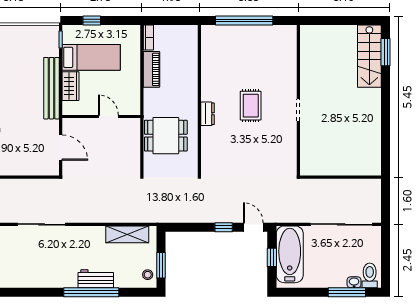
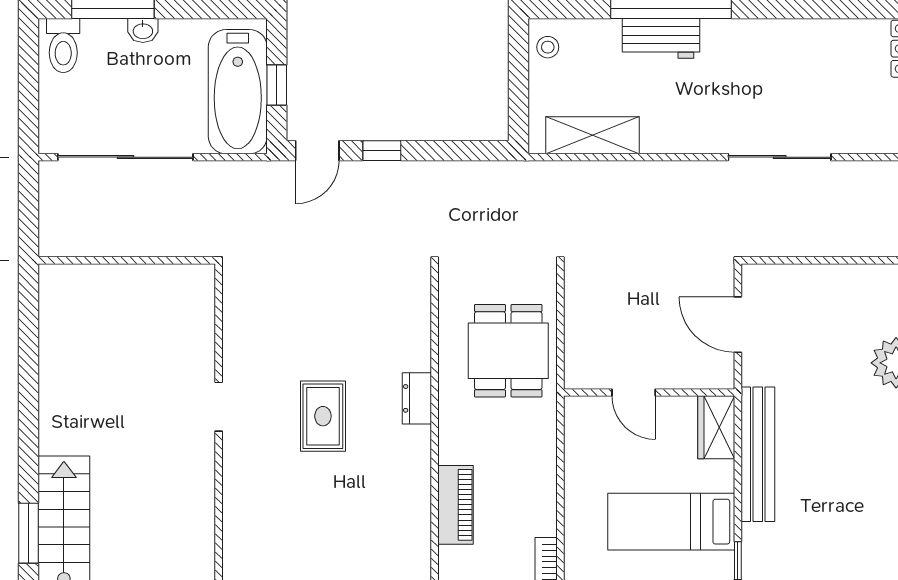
piano: (151, 69) -> (456, 505), moved, turned 180
wardrobe: (70, 86) -> (716, 427), moved
dining table: (166, 136) -> (508, 351), turned 90
door: (253, 227) -> (317, 151), hinge flipped
window: (161, 265) -> (519, 68), removed
washbasin: (354, 282) -> (143, 31), moved

